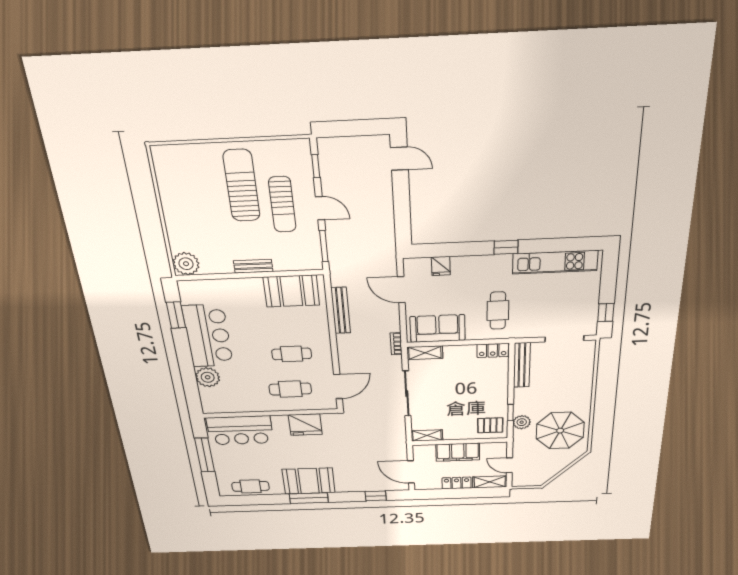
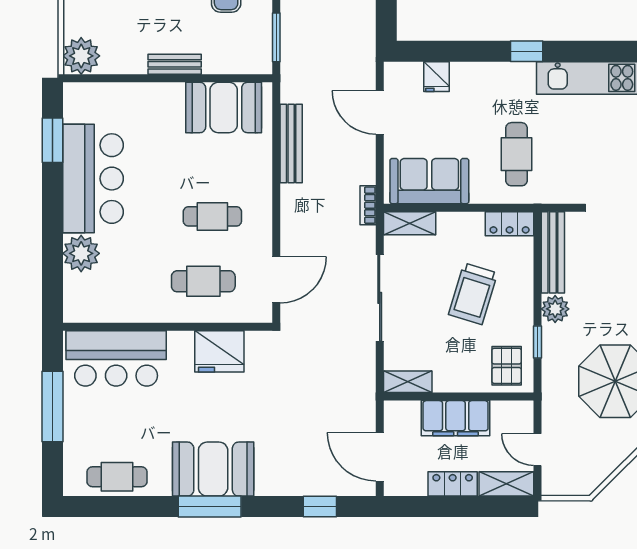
trolley: (468, 389) -> (473, 294), added
plant: (522, 422) -> (555, 309), moved
pallet: (490, 425) -> (507, 366), turned 90

